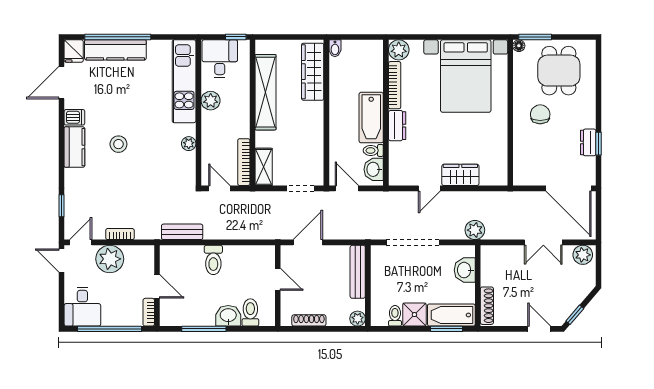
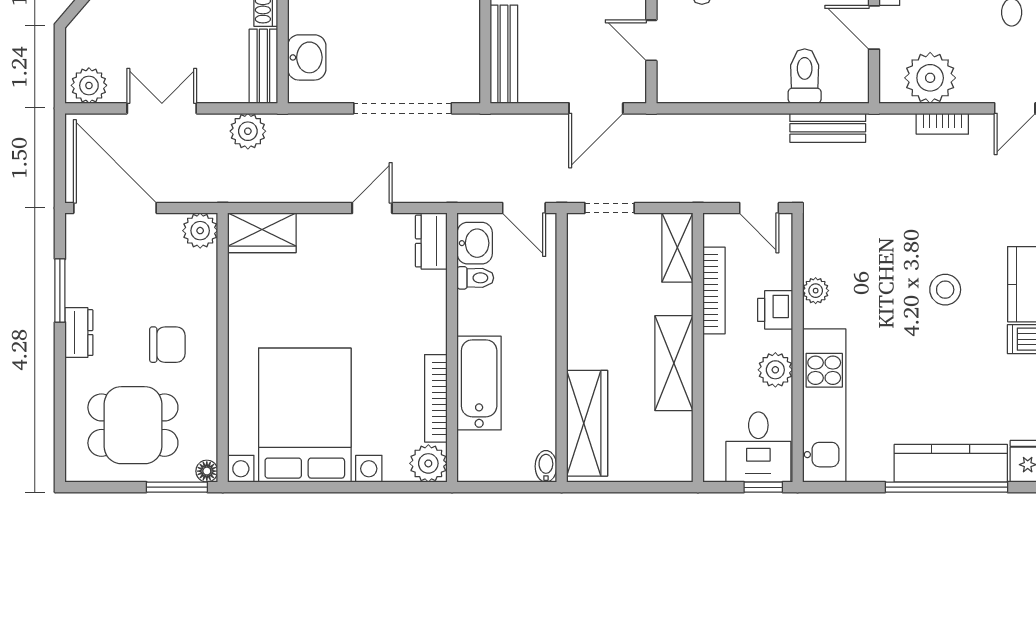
window: (236, 37) -> (763, 487), moved
dining table: (559, 71) -> (133, 425), turned 90
shelving: (266, 92) -> (674, 363), width x0.68
chair: (540, 114) -> (167, 345), turned -90
bathtub: (371, 118) -> (479, 383), moved
dresser: (397, 126) -> (431, 241), moved
printer: (211, 133) -> (775, 310), added
dresser: (588, 142) -> (79, 333), moved
window: (599, 144) -> (60, 291), width x1.50
bookcase: (244, 162) -> (714, 291), moved
wardrobe: (460, 175) -> (262, 233), moved
plant: (522, 176) -> (200, 231), added
plant: (475, 230) -> (248, 131), moved
plant: (110, 259) -> (930, 78), moved
toilet: (213, 260) -> (805, 76), moved
bench: (488, 265) -> (263, 66), added

